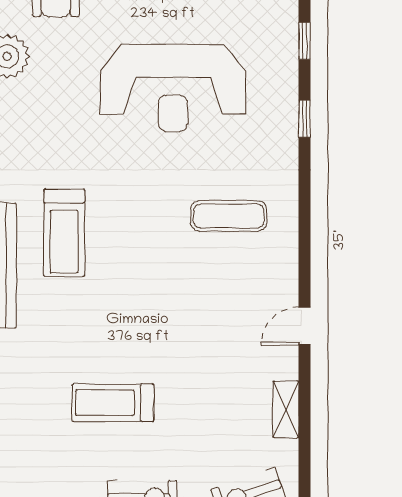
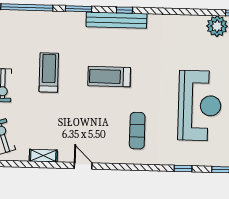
reception desk: (173, 88) -> (200, 106), turned 180
treadmill: (64, 233) -> (109, 77), moved

